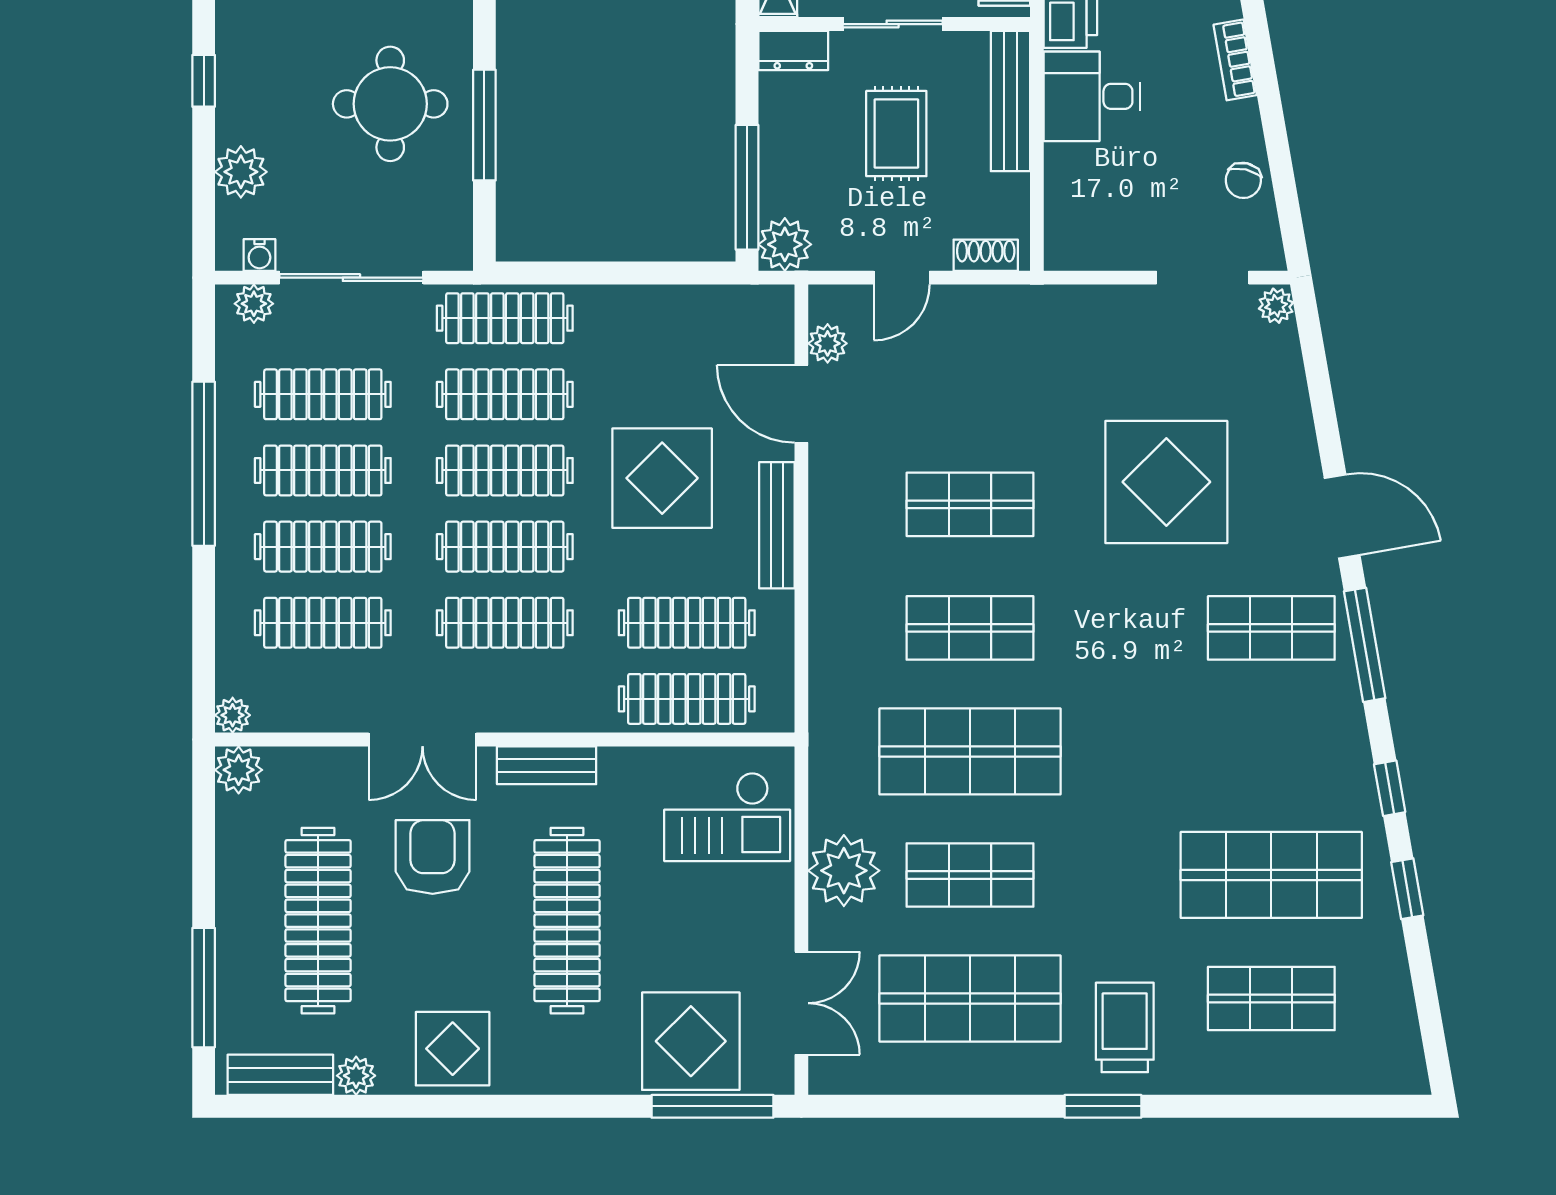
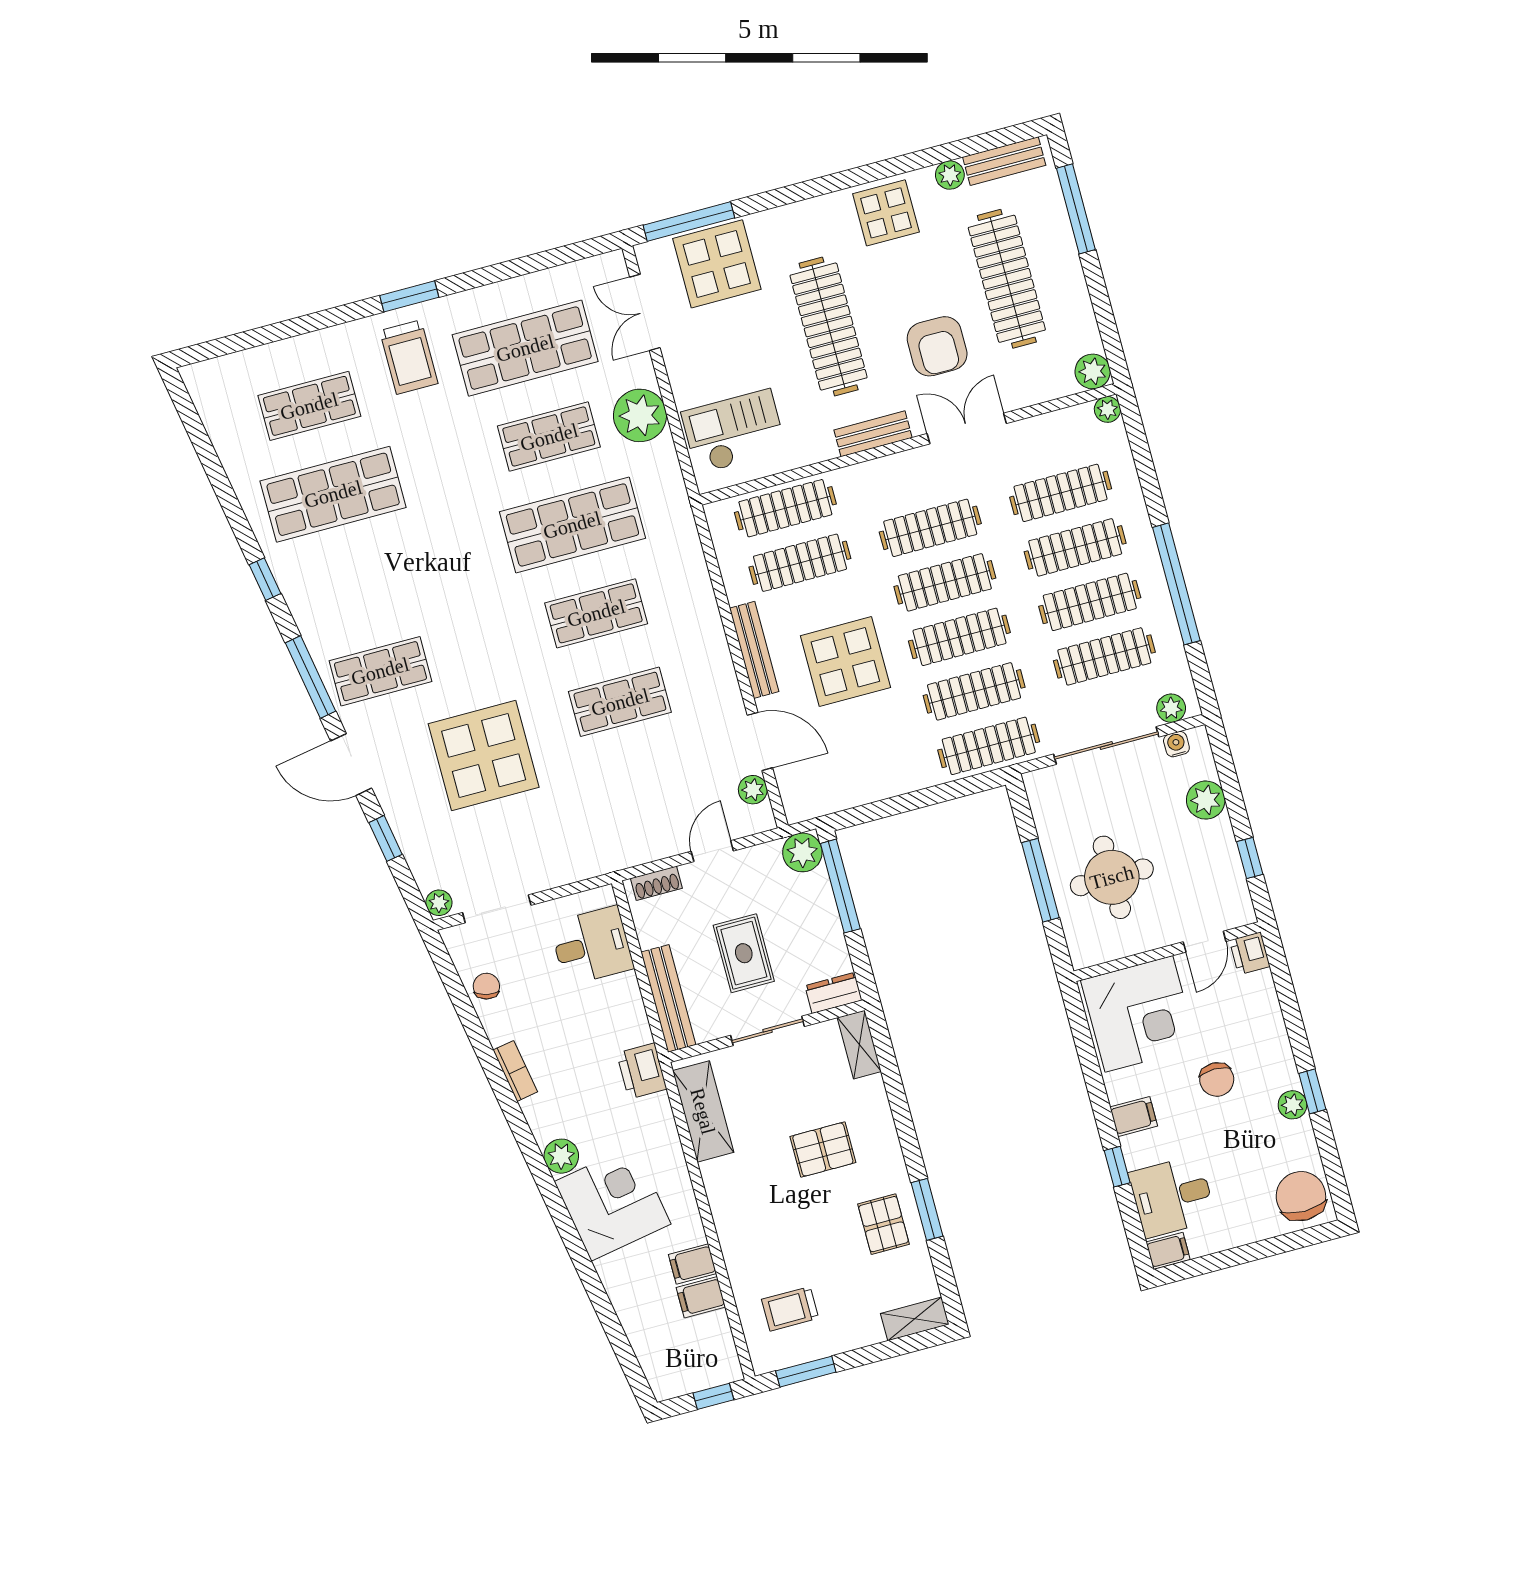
desk: (1092, 96) -> (592, 946), moved
window: (1407, 889) -> (385, 838), moved

